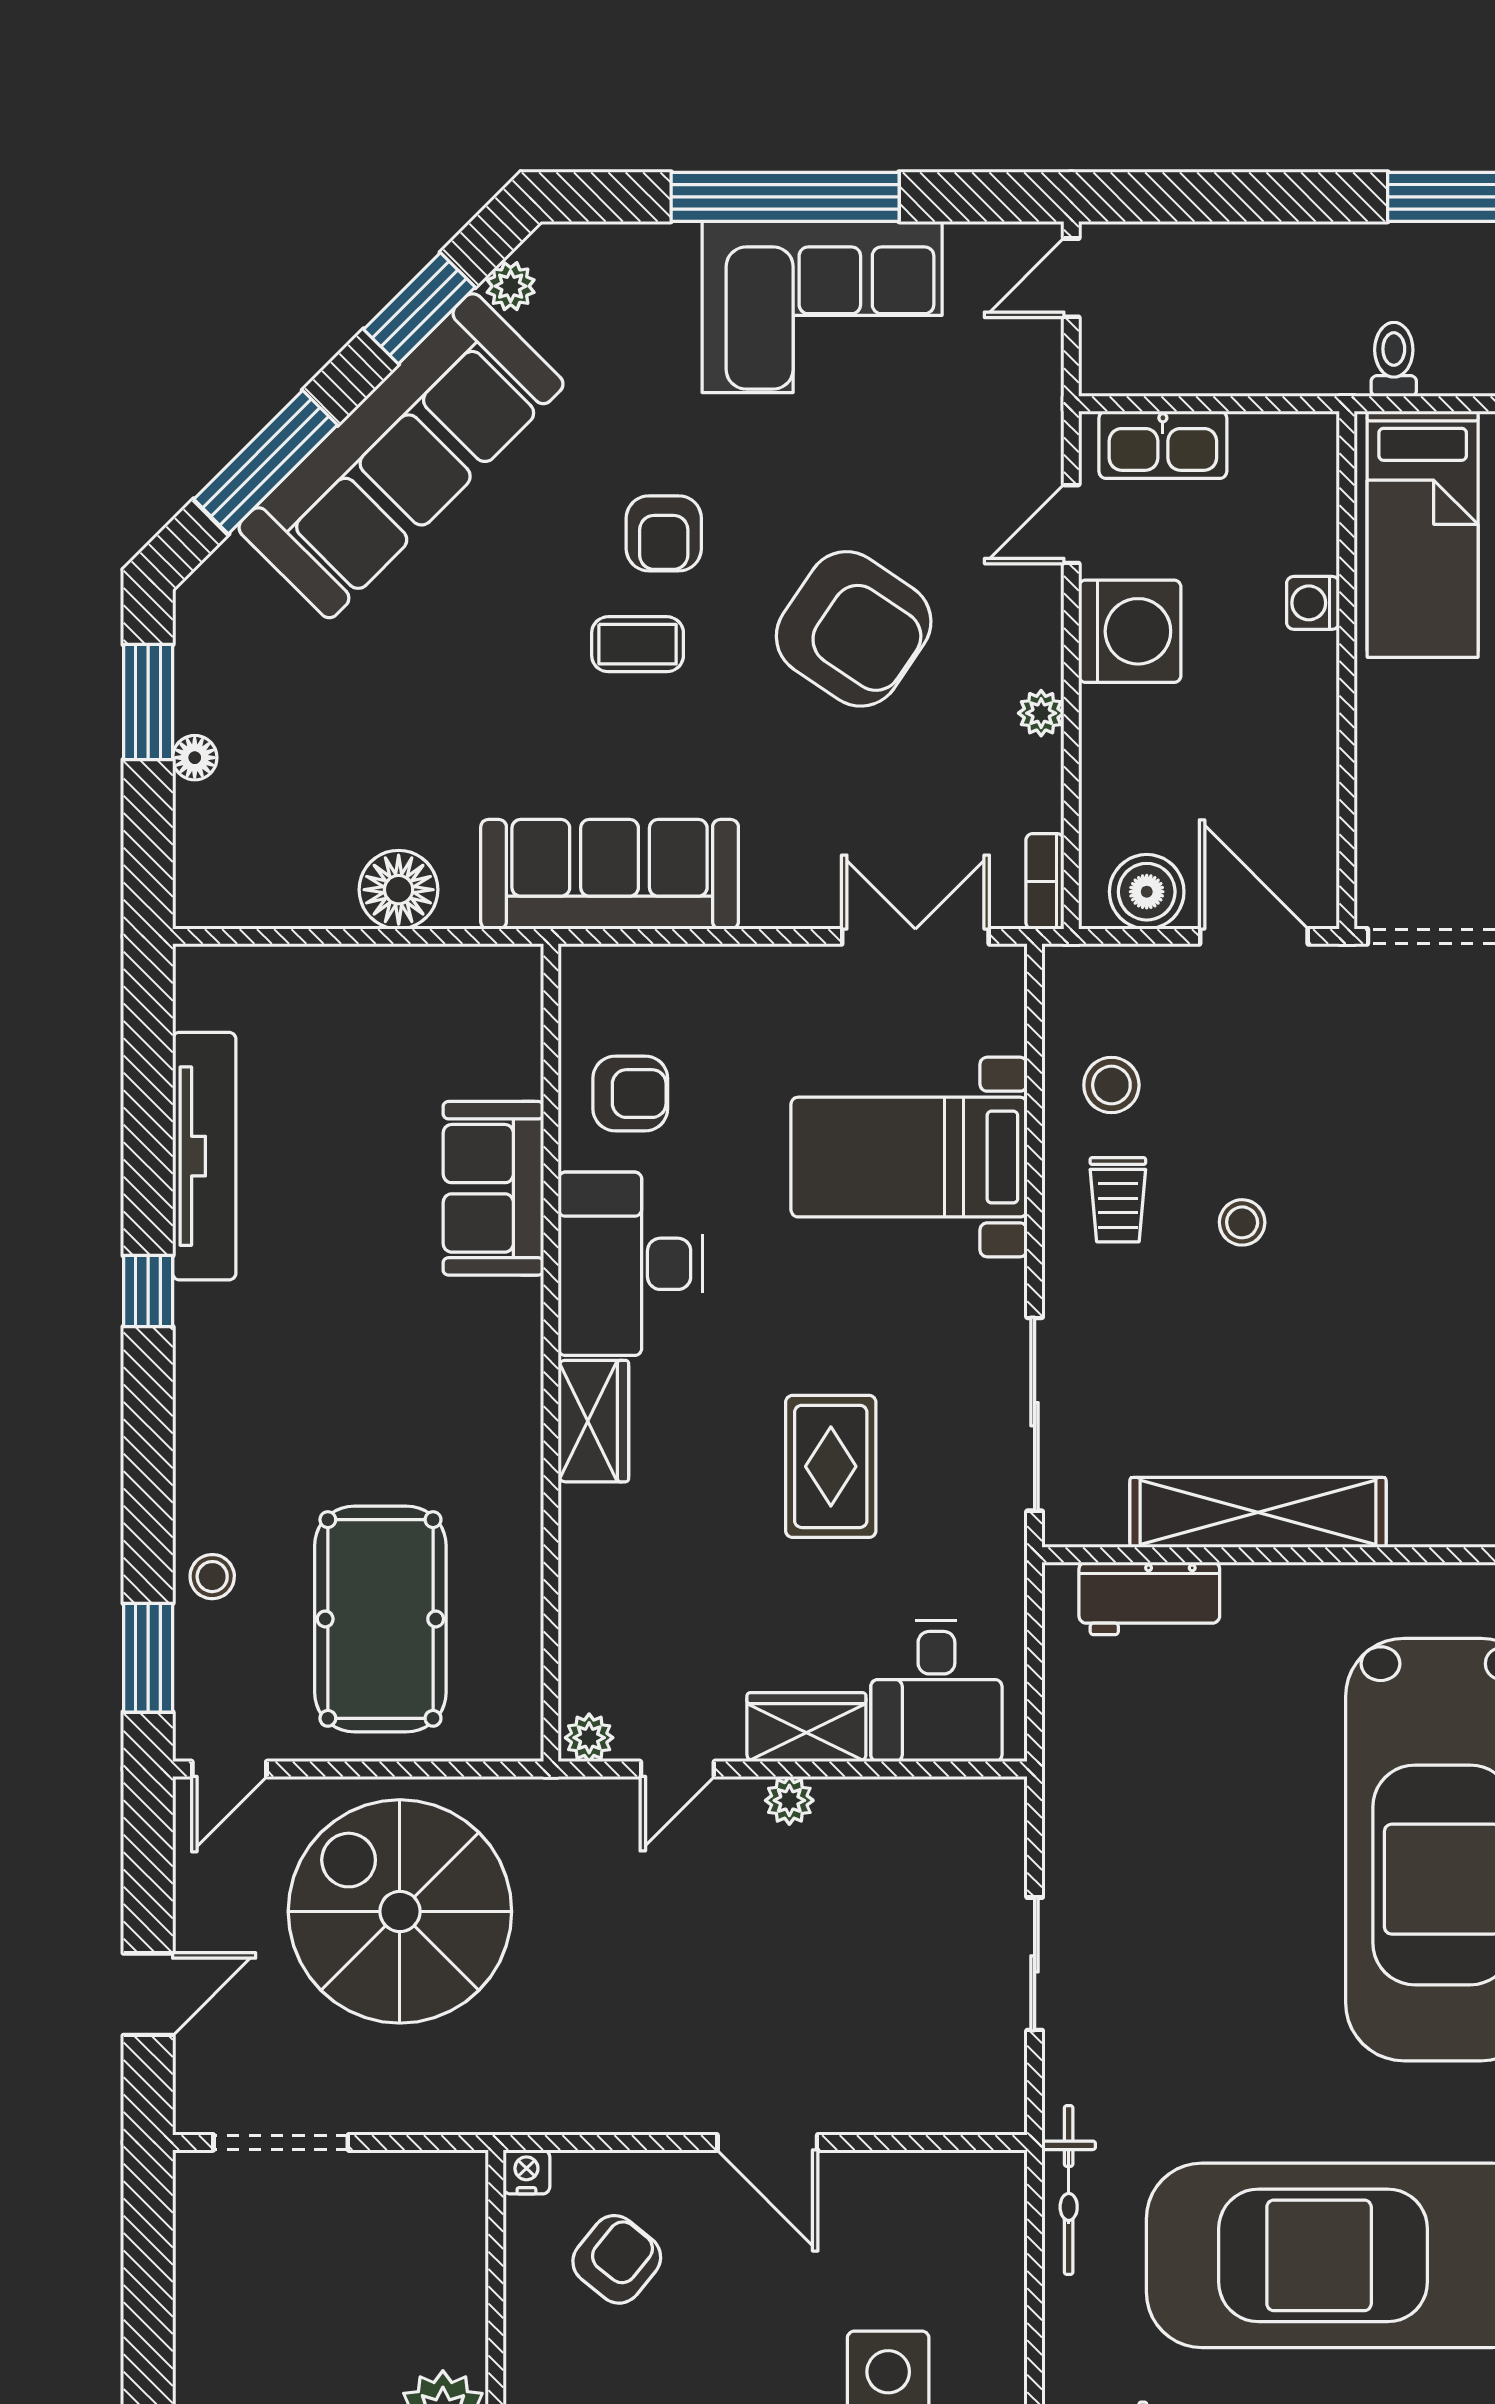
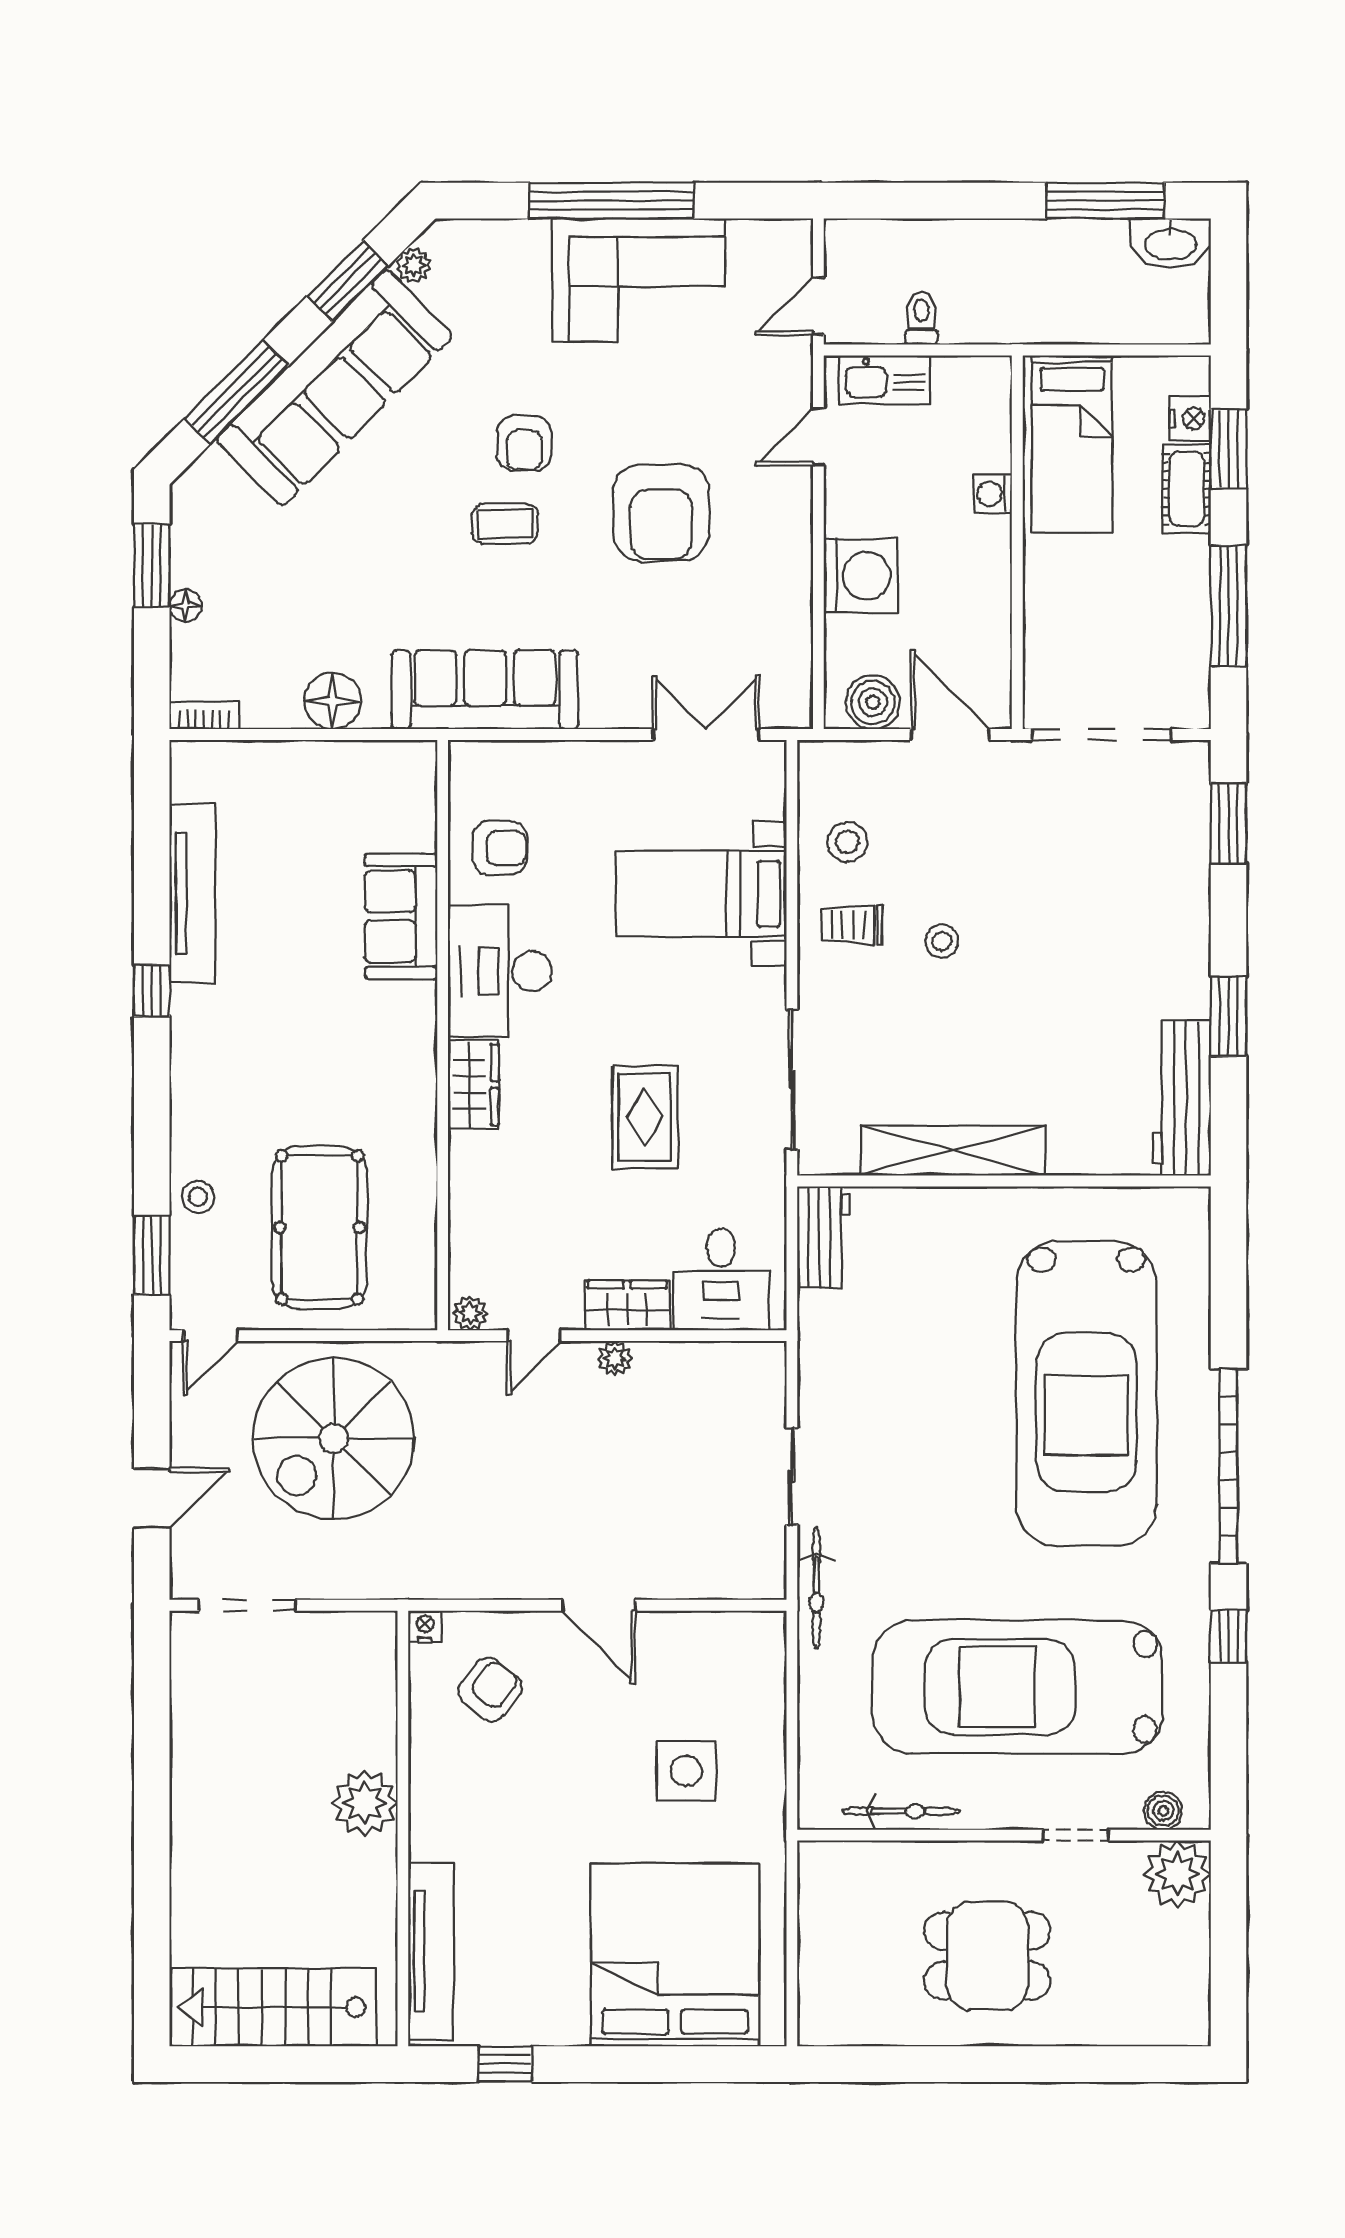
door: (1071, 278) -> (818, 306), moved
toilet: (1394, 359) -> (921, 318), moved
armchair: (854, 629) -> (661, 513), turned 56
washing machine: (1130, 631) -> (861, 576), moved
plant: (1041, 713) -> (797, 573), removed
bookcase: (1045, 881) -> (204, 715), moved, turned 90
trolley: (1118, 1200) -> (852, 925), turned 90
workbench: (1149, 1598) -> (823, 1237), moved, turned -90
spiral stairs: (400, 1911) -> (334, 1438), turned -90
bicycle: (1069, 2190) -> (816, 1588), moved

